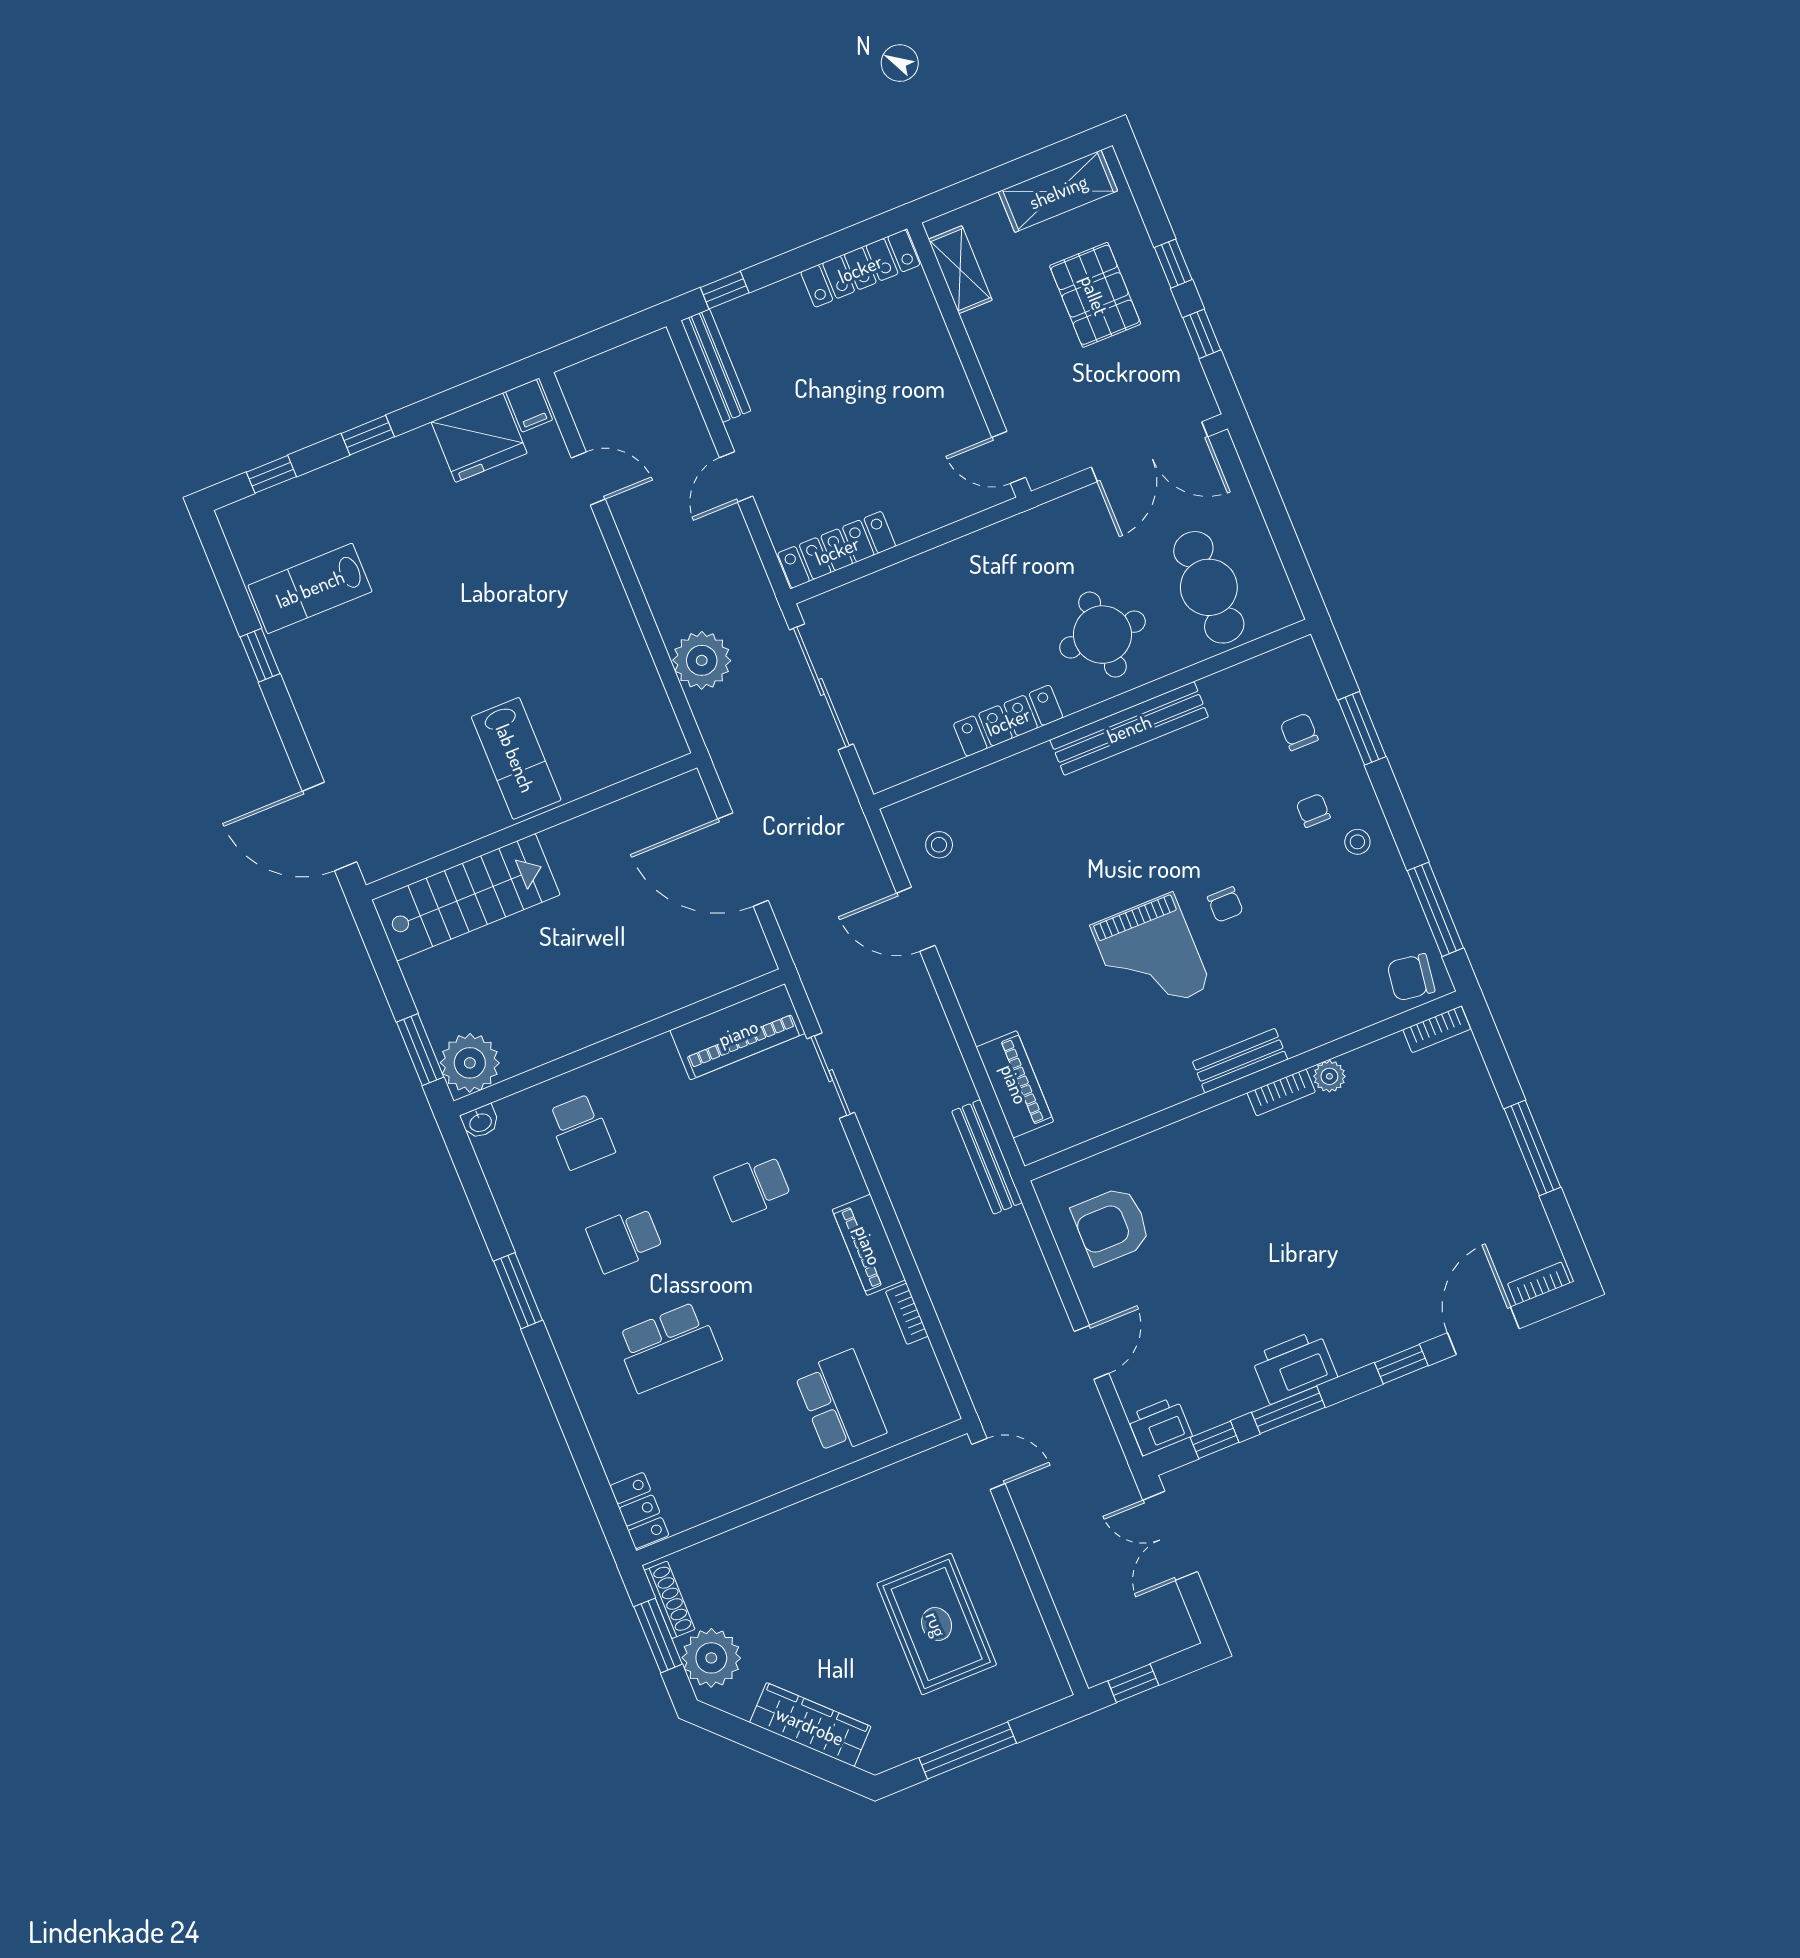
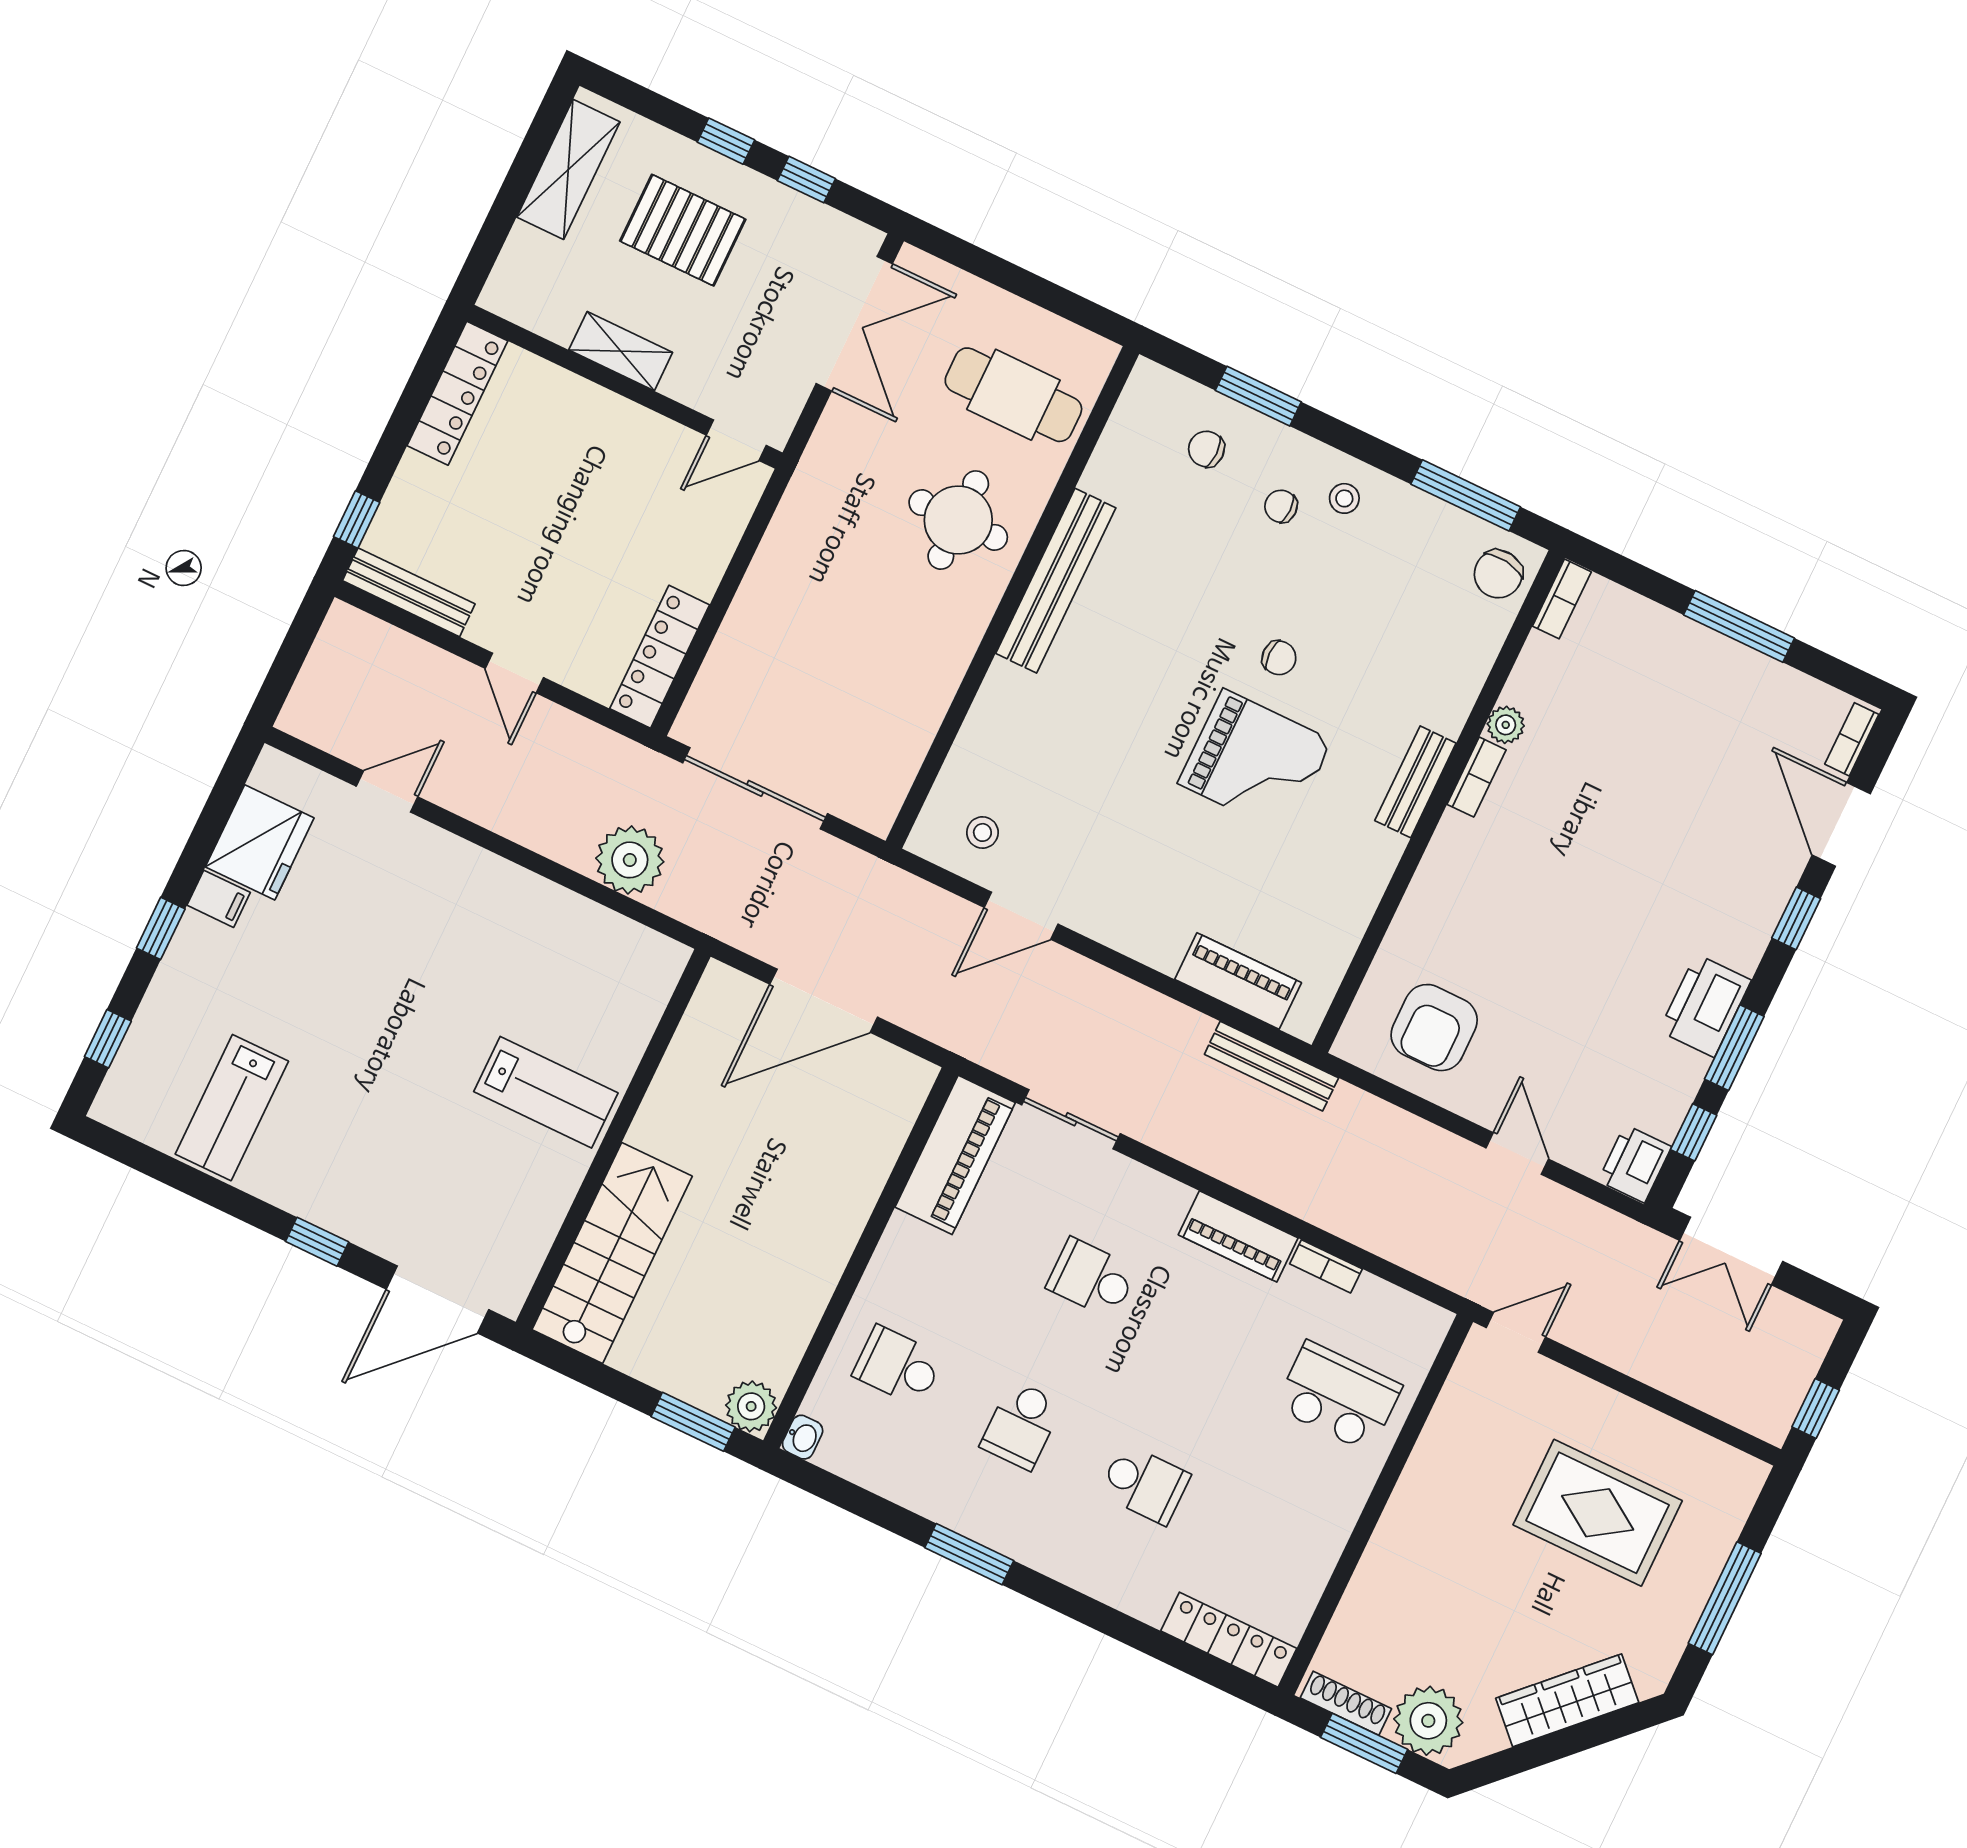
shelving: (960, 270) -> (621, 351), moved
filing cabinet: (529, 406) -> (219, 899), moved
window: (260, 655) -> (317, 1242), moved
locker: (1008, 721) -> (944, 670), removed
plant: (470, 1063) -> (751, 1406), width x0.73, depth x0.73
school desk: (581, 1132) -> (898, 1366), turned 180
school desk: (753, 1187) -> (1092, 1278), turned 90
school desk: (668, 1347) -> (1145, 1484), width x0.54
locker: (639, 1511) -> (1229, 1640), width x1.53

